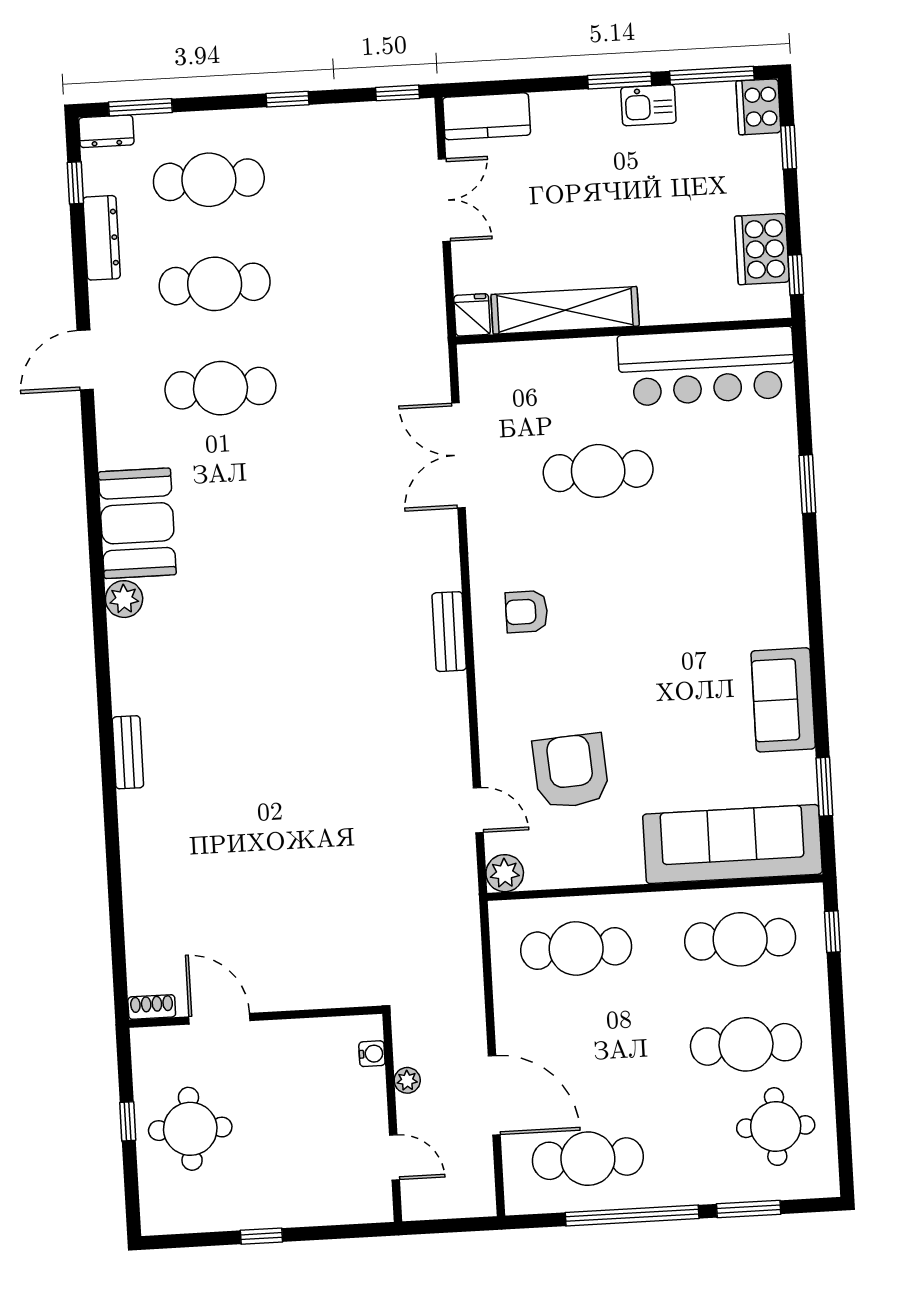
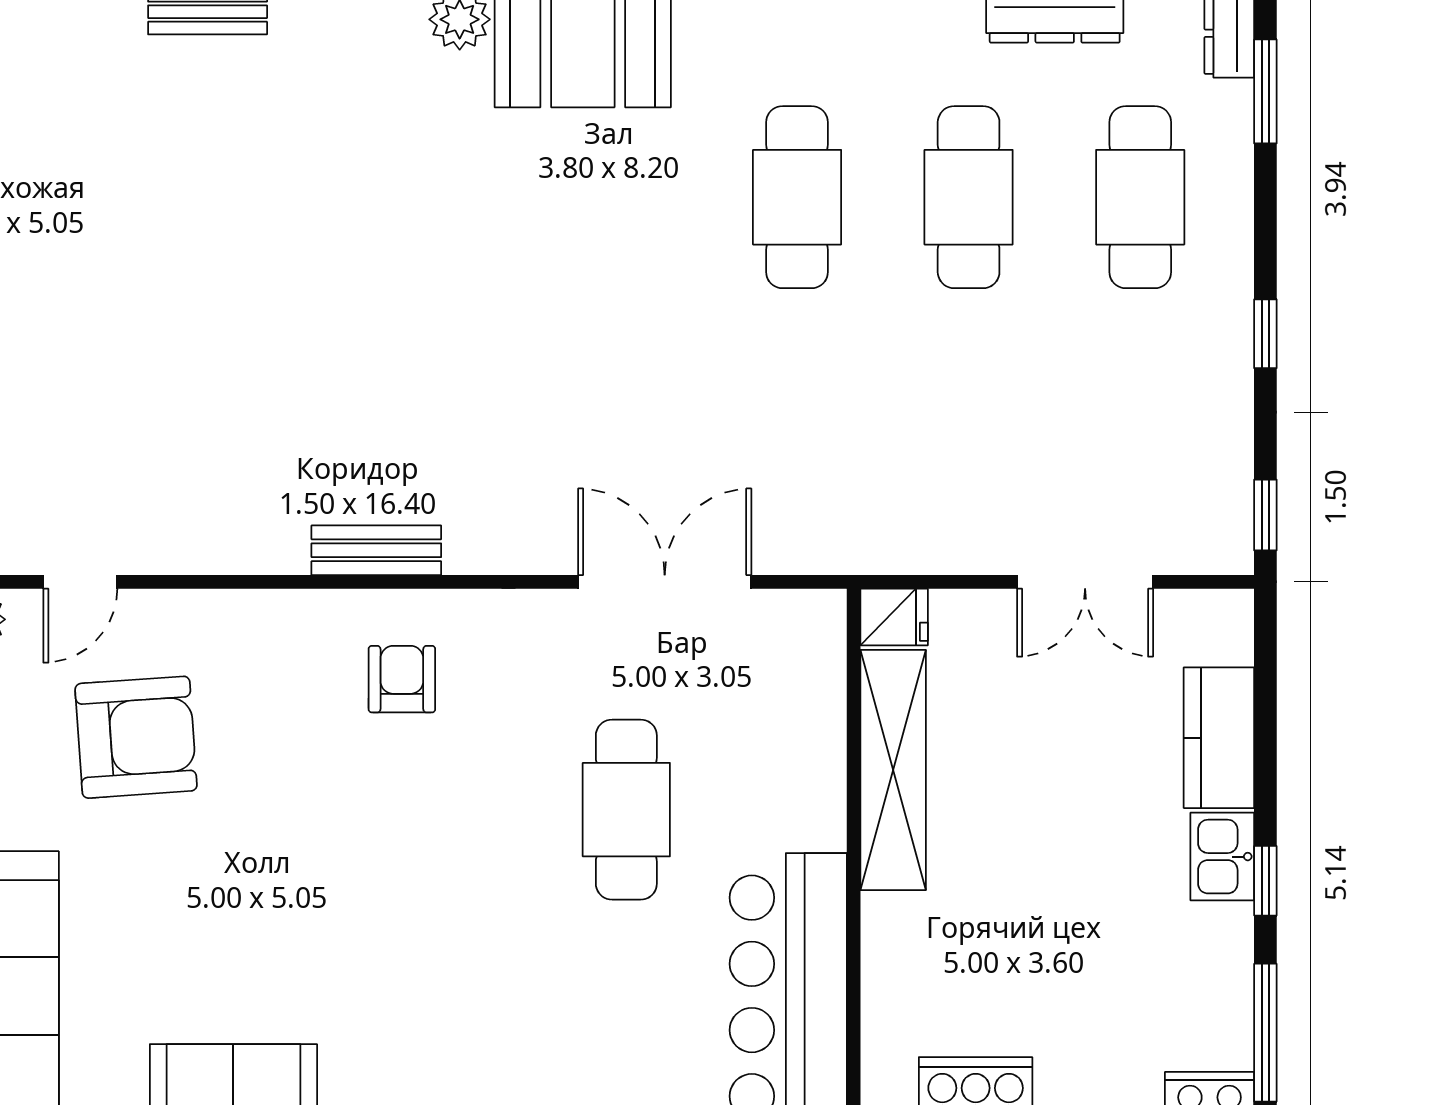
window: (620, 81) -> (1265, 881), width x0.67
kitchen sink: (648, 105) -> (1222, 857), moved
kitchen counter: (487, 116) -> (1219, 738), moved

